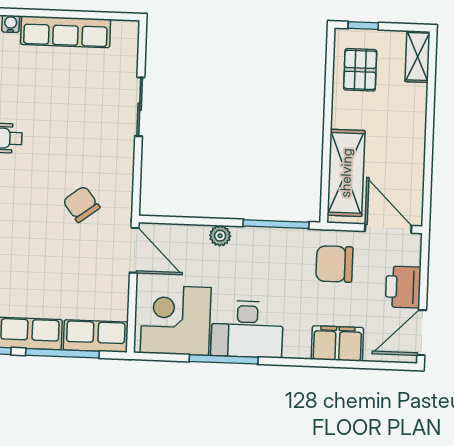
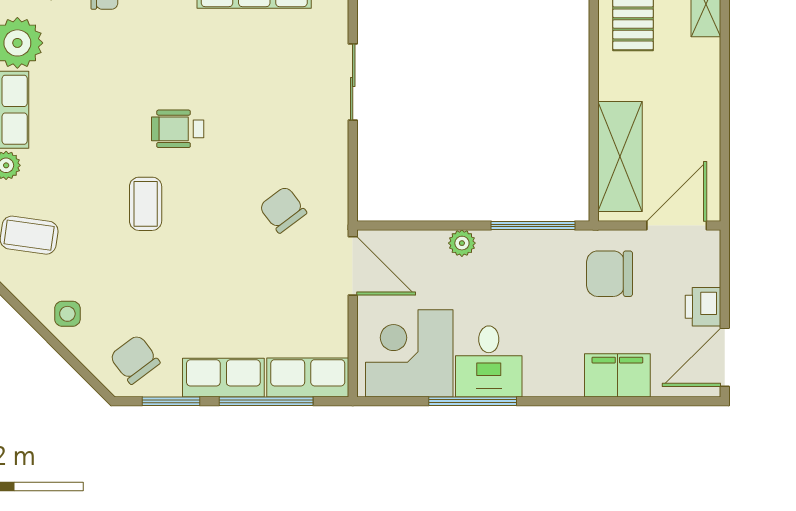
door: (388, 228) -> (677, 226), hinge flipped
printer: (403, 287) -> (703, 307), width x0.73, depth x0.81
desk: (247, 329) -> (489, 361), width x0.73

